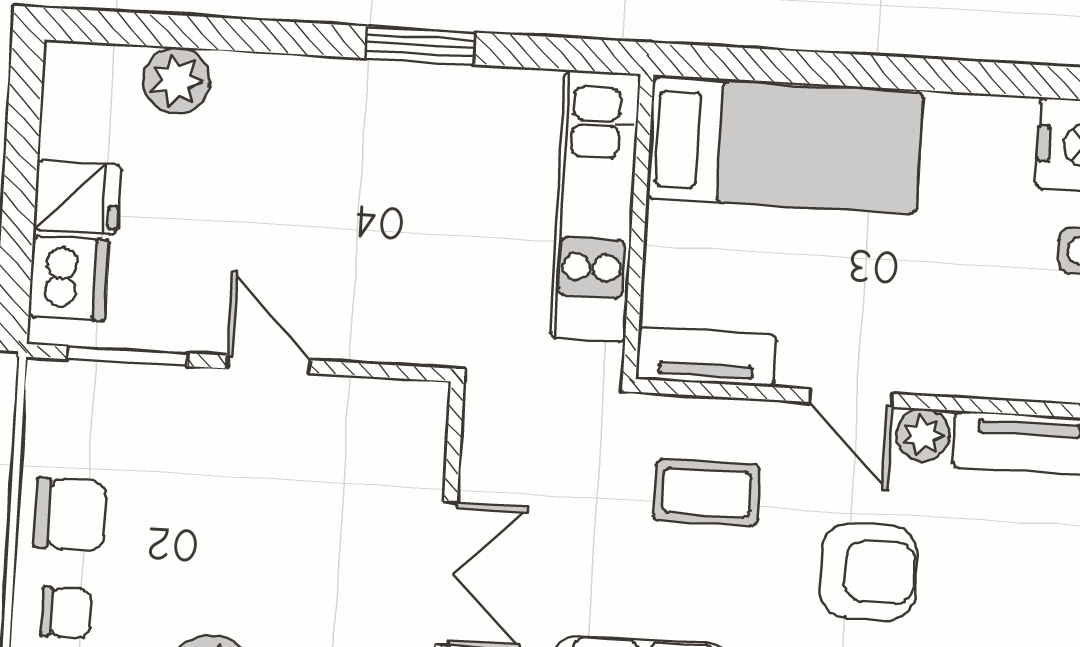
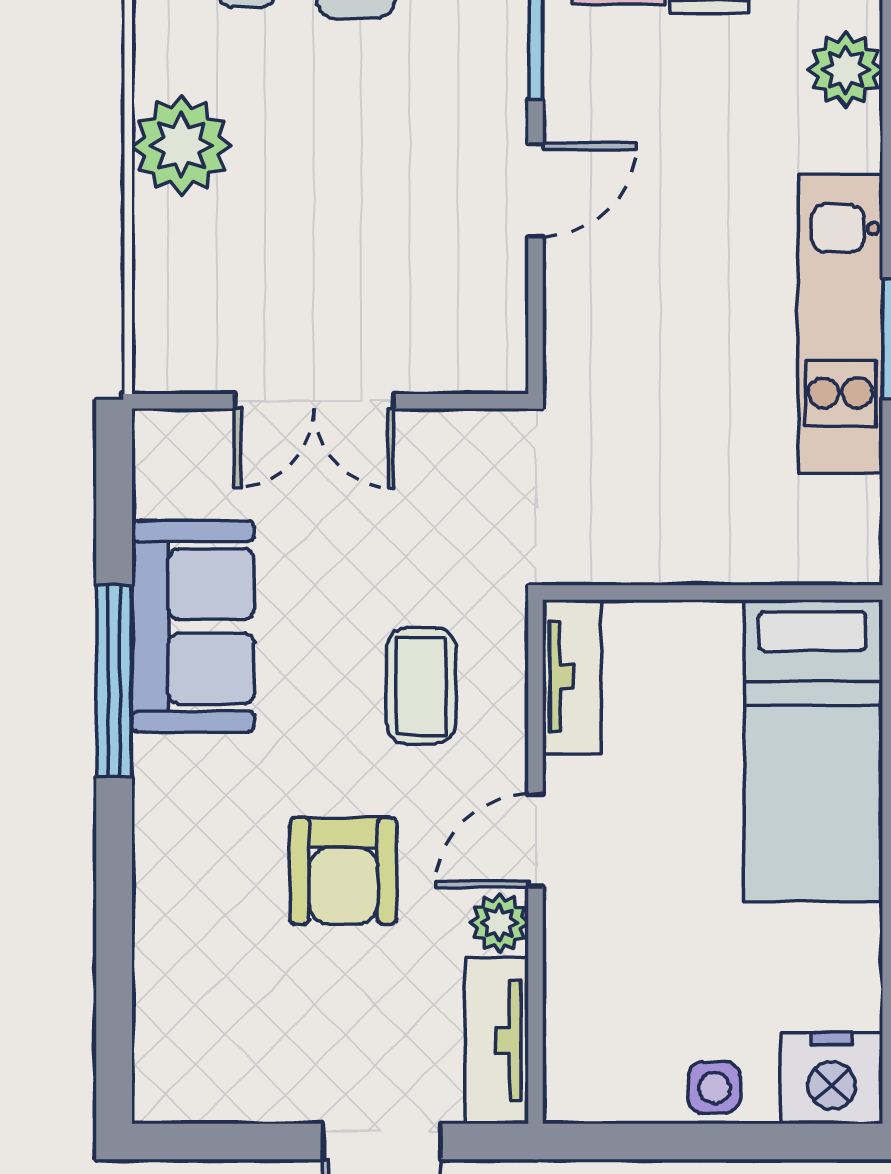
kitchen unit: (595, 206) -> (840, 324), moved, turned -90

